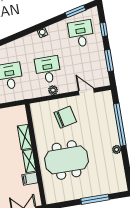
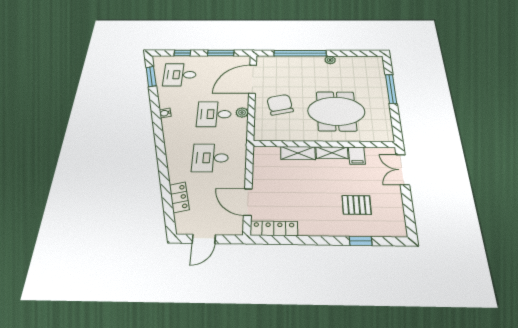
door: (86, 92) -> (253, 79), width x1.87
meeting table: (66, 160) -> (336, 111), turned 90

